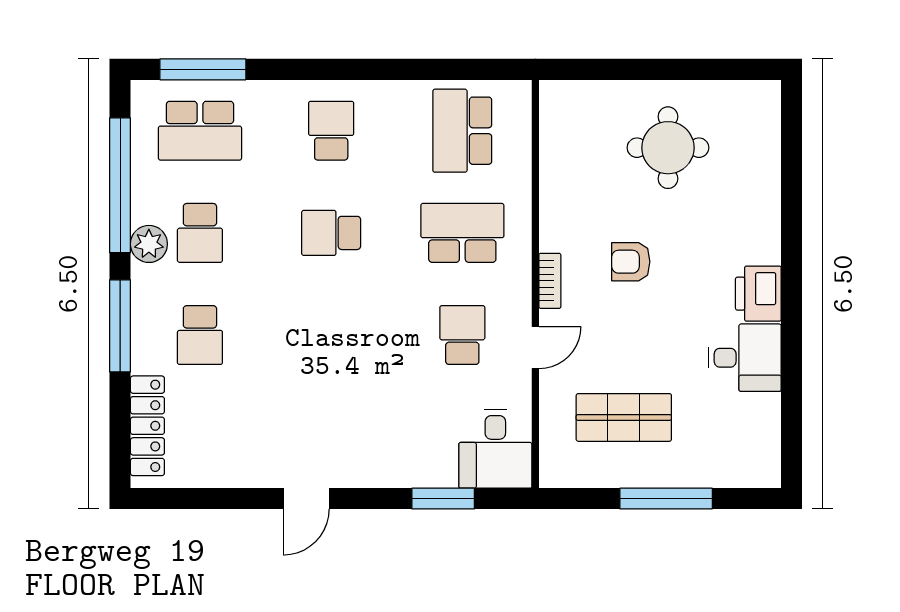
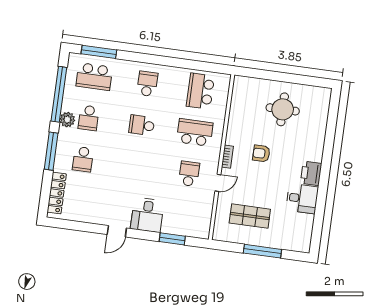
desk: (495, 449) -> (147, 215), moved

